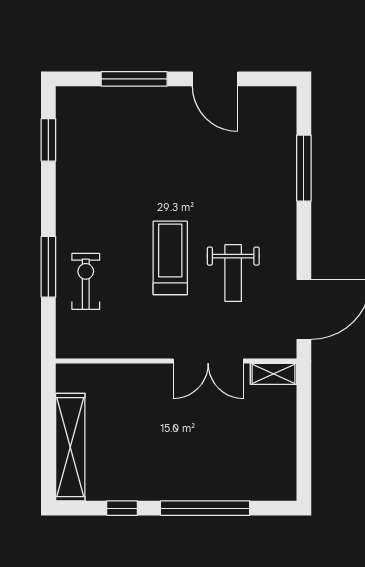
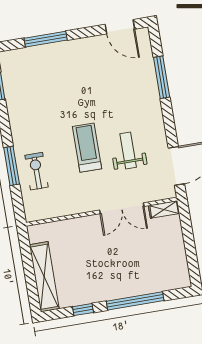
door: (215, 79) -> (120, 27), moved
weight bench: (233, 273) -> (128, 151), turned 180

